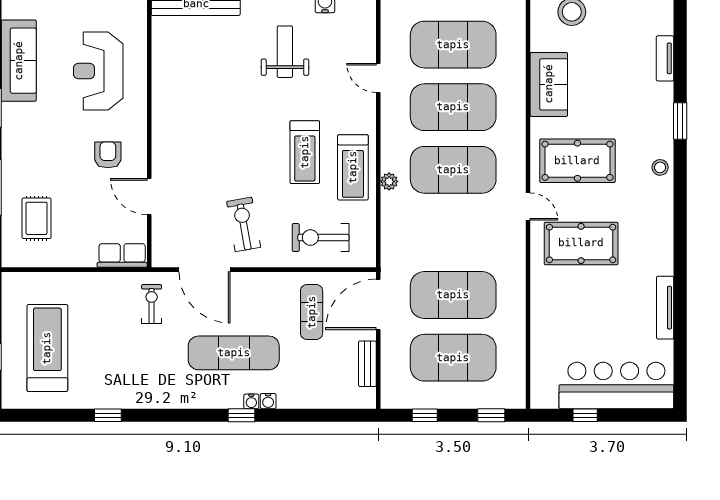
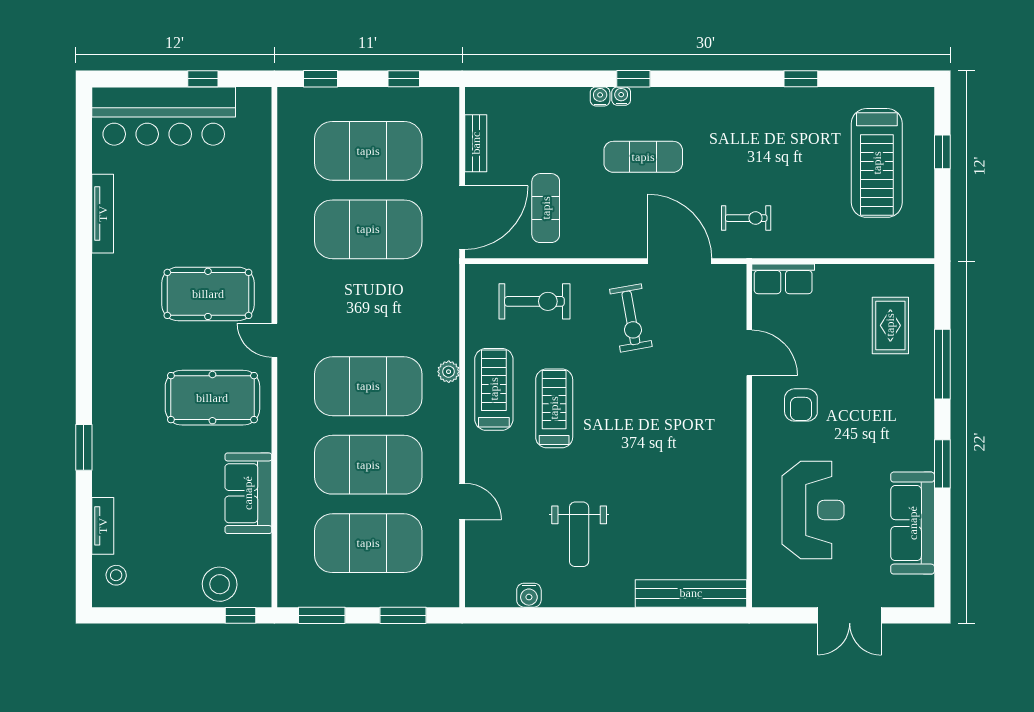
stool: (660, 167) -> (116, 575), moved
exercise bike: (152, 304) -> (746, 218), turned -90
exercise mat: (234, 353) -> (643, 157), width x0.73, depth x0.69

